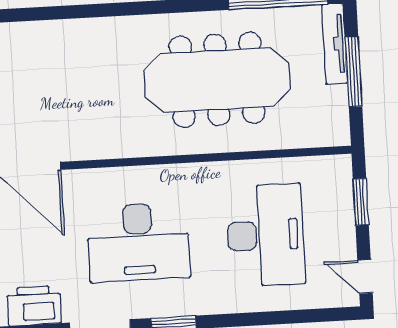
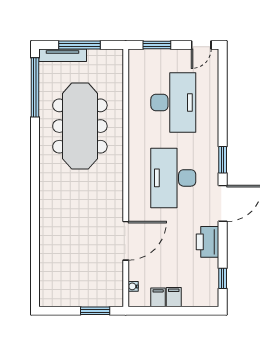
desk: (265, 235) -> (173, 102), turned 90
desk: (138, 242) -> (173, 178), turned 180

